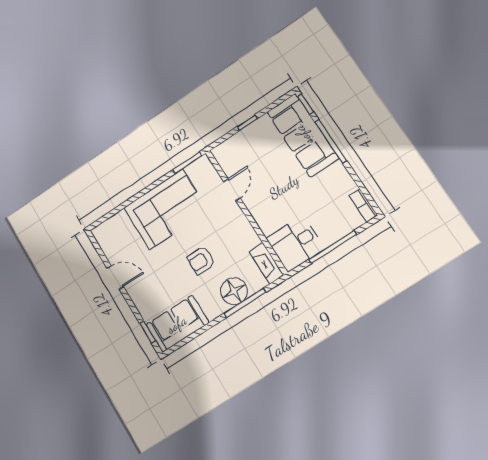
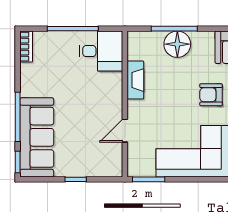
armchair: (201, 260) -> (211, 95), moved, turned 180
fireplace: (266, 263) -> (135, 80), moved

